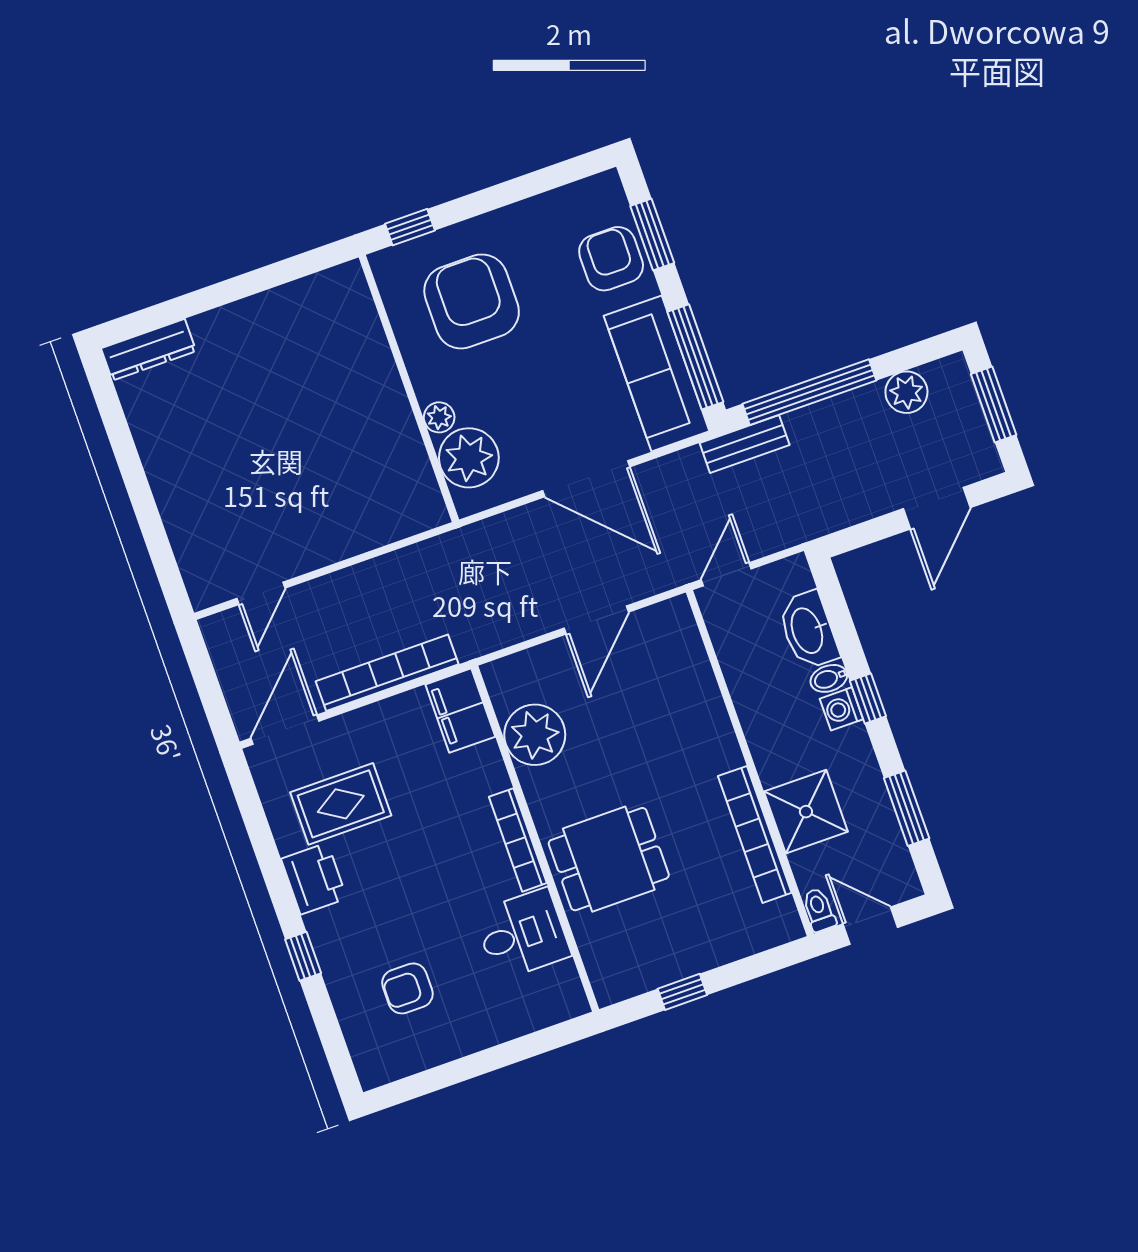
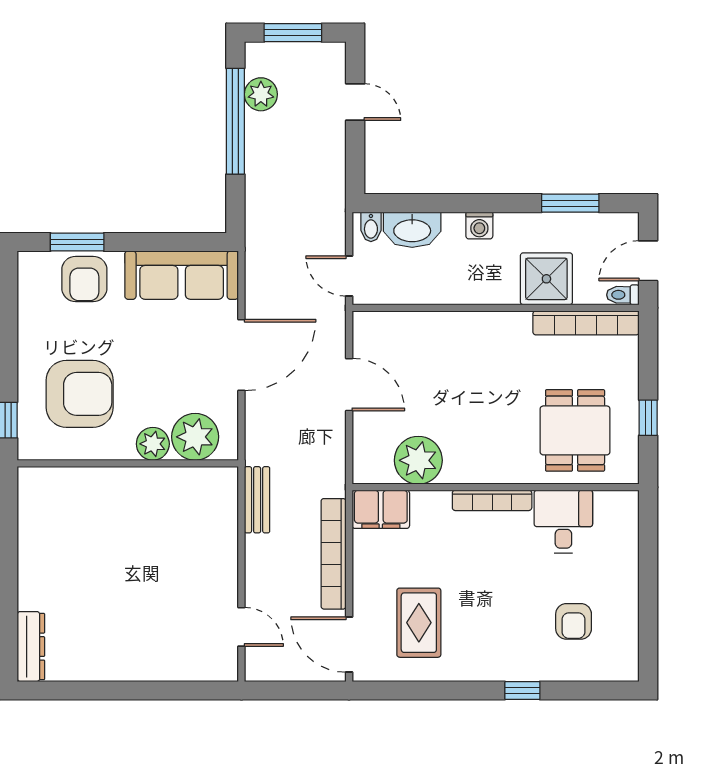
armchair: (611, 259) -> (84, 279), turned -90
armchair: (472, 301) -> (80, 394), turned 180
window: (695, 357) -> (179, 242), removed
window: (809, 392) -> (235, 121), moved
plant: (439, 417) -> (153, 444), width x1.38, depth x1.38
bench: (745, 444) -> (257, 500), moved
door: (937, 508) -> (355, 102), width x0.73
bidet: (829, 678) -> (371, 227), moved
window: (868, 699) -> (479, 203), removed
bookcase: (755, 834) -> (586, 323), moved
dining table: (609, 859) -> (575, 430), moved
printer: (314, 879) -> (467, 662), removed

